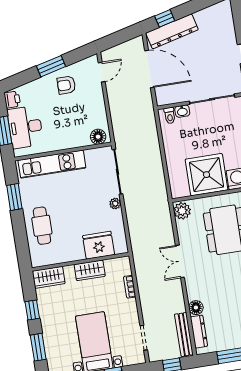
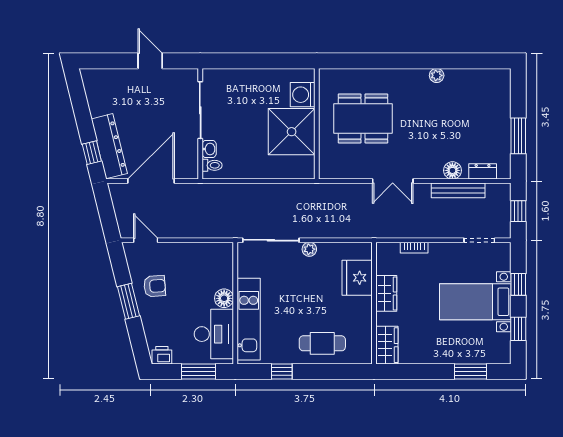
armchair: (66, 85) -> (155, 286), turned -94
desk: (25, 127) -> (214, 334), moved, turned -90
floor lamp: (98, 137) -> (224, 298), moved
window: (14, 197) -> (282, 372), width x0.67
plant: (182, 211) -> (331, 169), removed
window: (32, 310) -> (424, 372), removed
dresser: (199, 332) -> (483, 171), width x0.70
bench: (184, 334) -> (458, 190), moved

